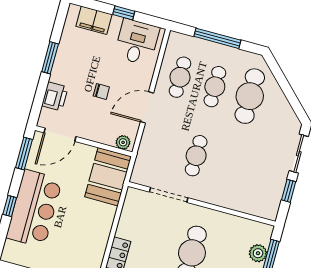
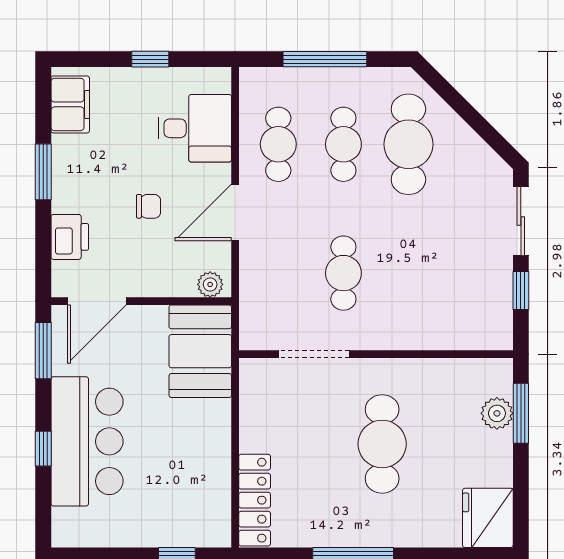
filing cabinet: (94, 20) -> (70, 104), moved, turned -90
desk: (137, 42) -> (195, 128), moved, turned 90

